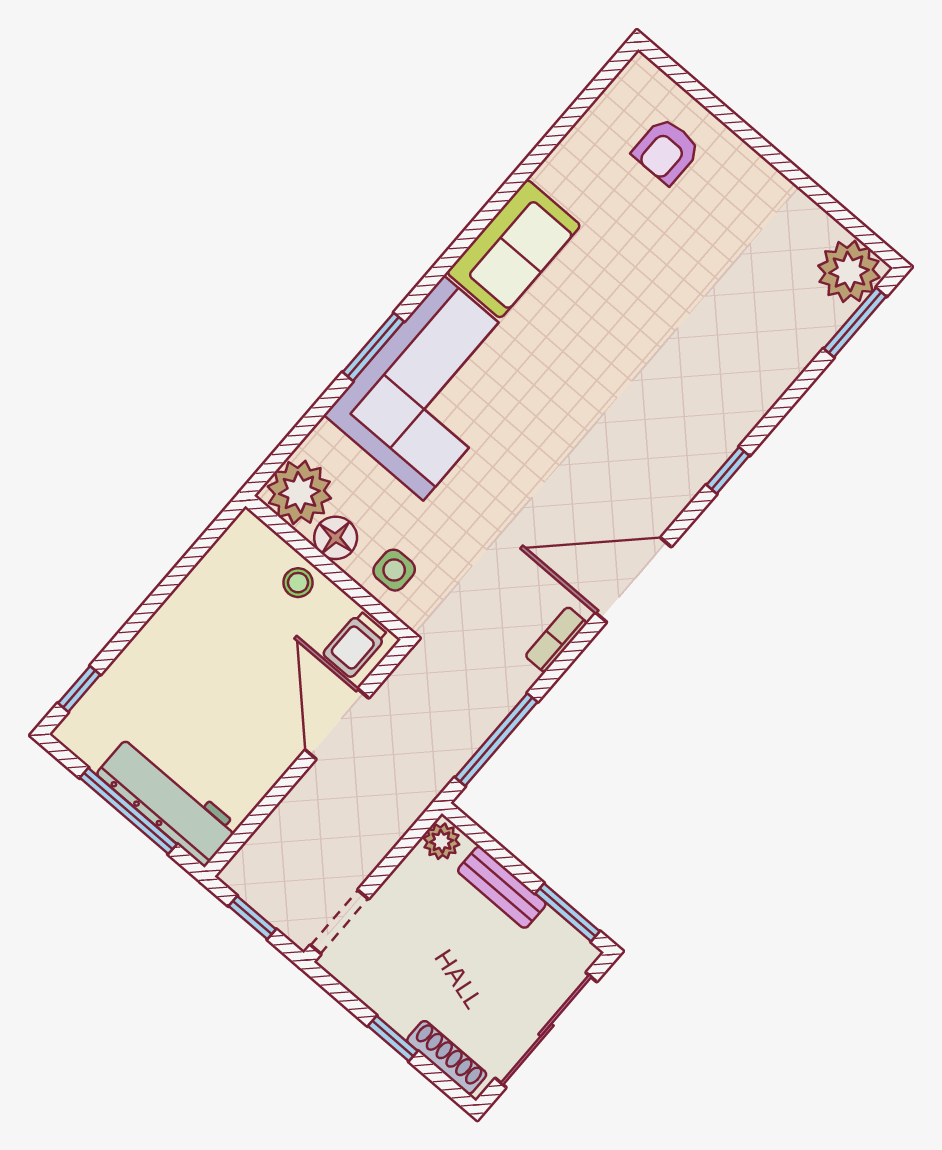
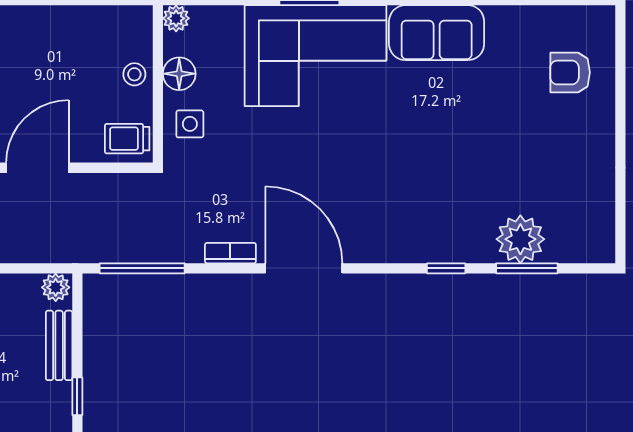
plant: (849, 271) -> (520, 239), moved
window: (855, 322) -> (527, 268), moved
window: (728, 470) -> (446, 268), moved
plant: (299, 492) -> (176, 18), width x0.53, depth x0.53
door: (337, 724) -> (37, 168), moved
window: (568, 912) -> (77, 396), width x0.67

